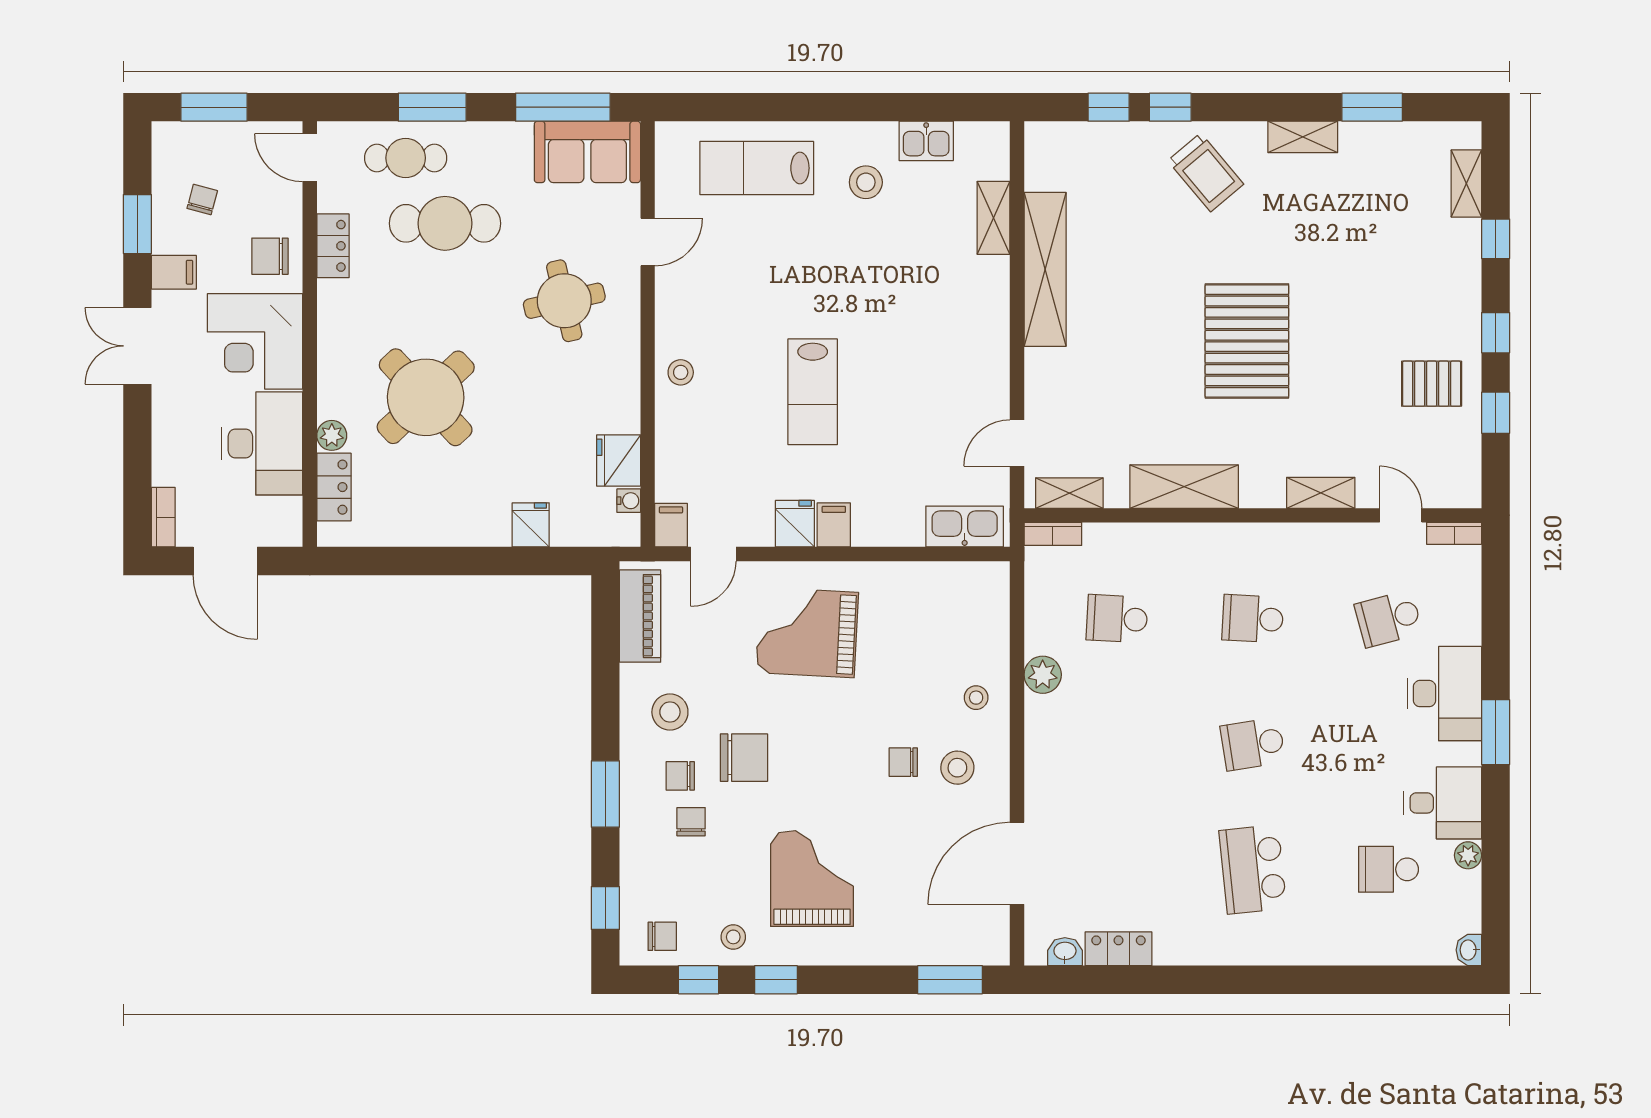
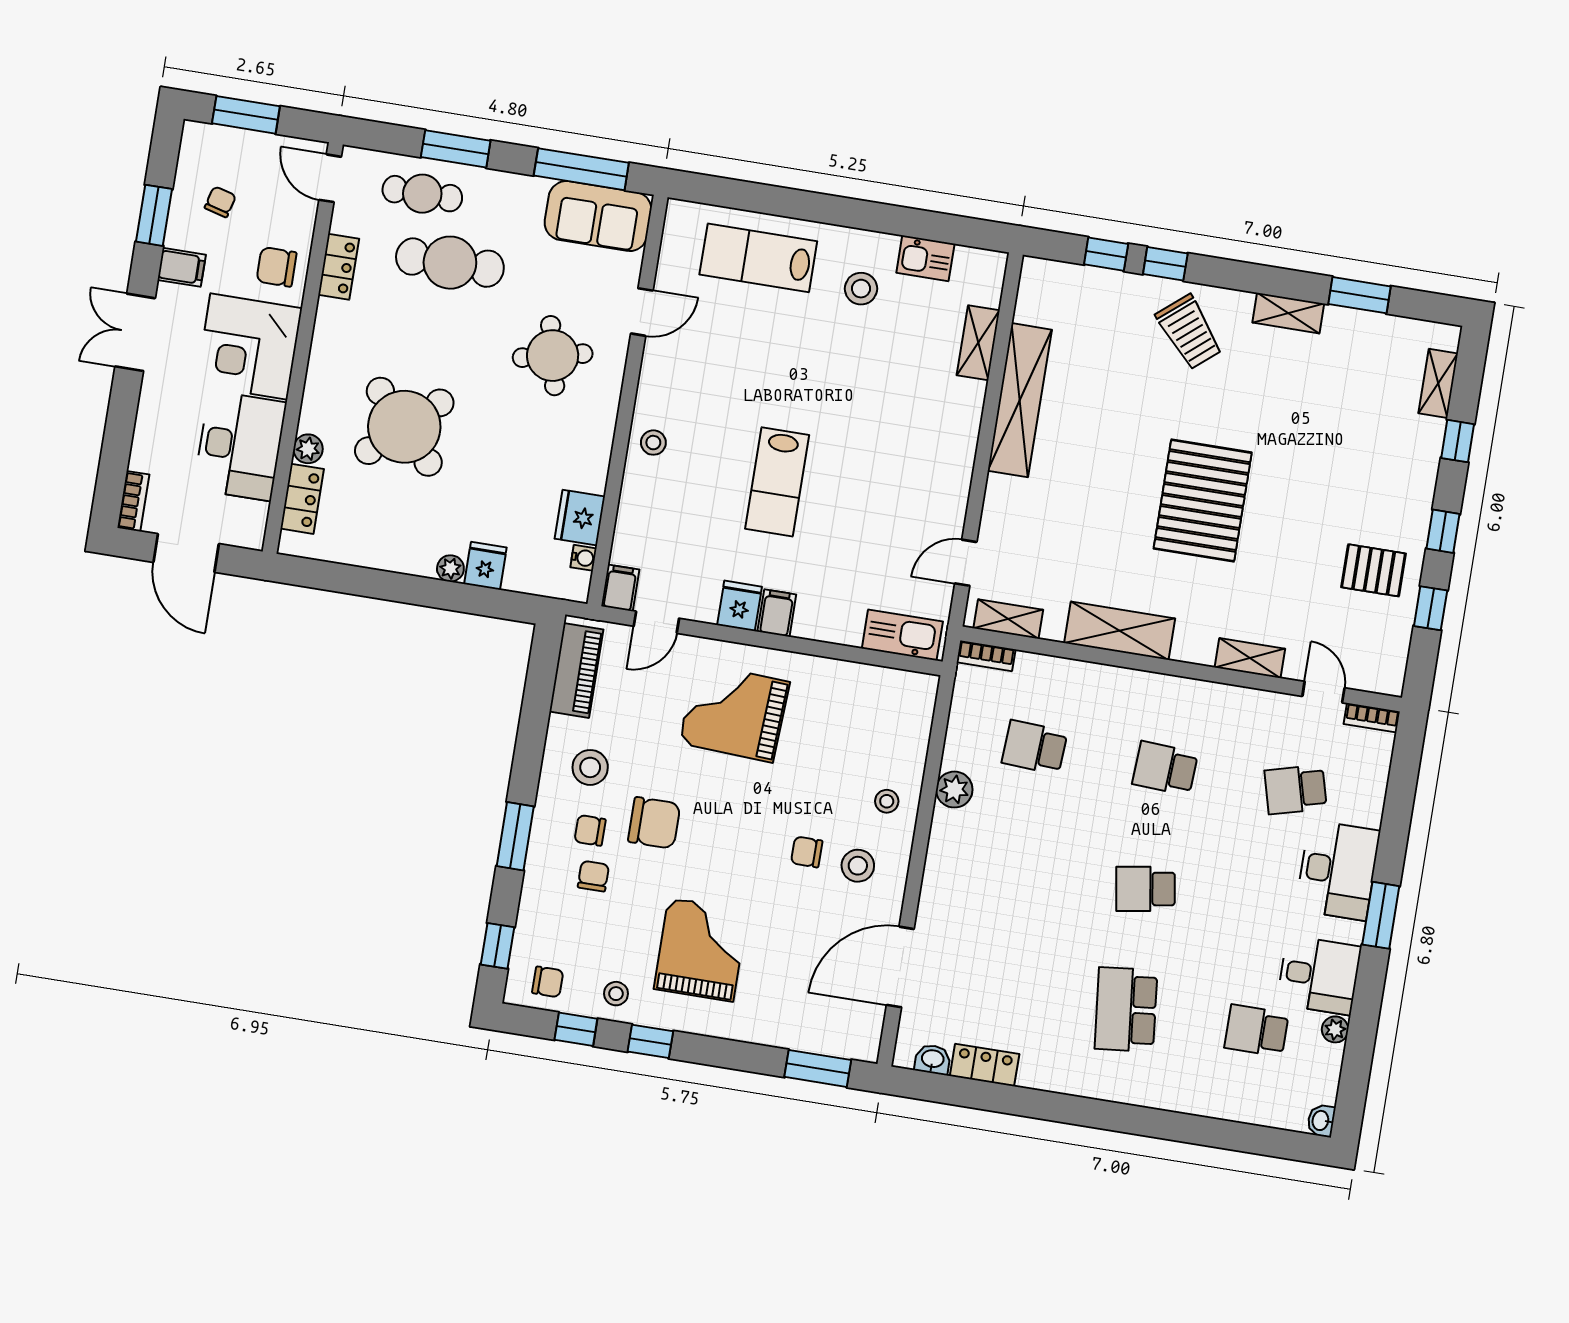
plant: (496, 533) -> (450, 568), added

